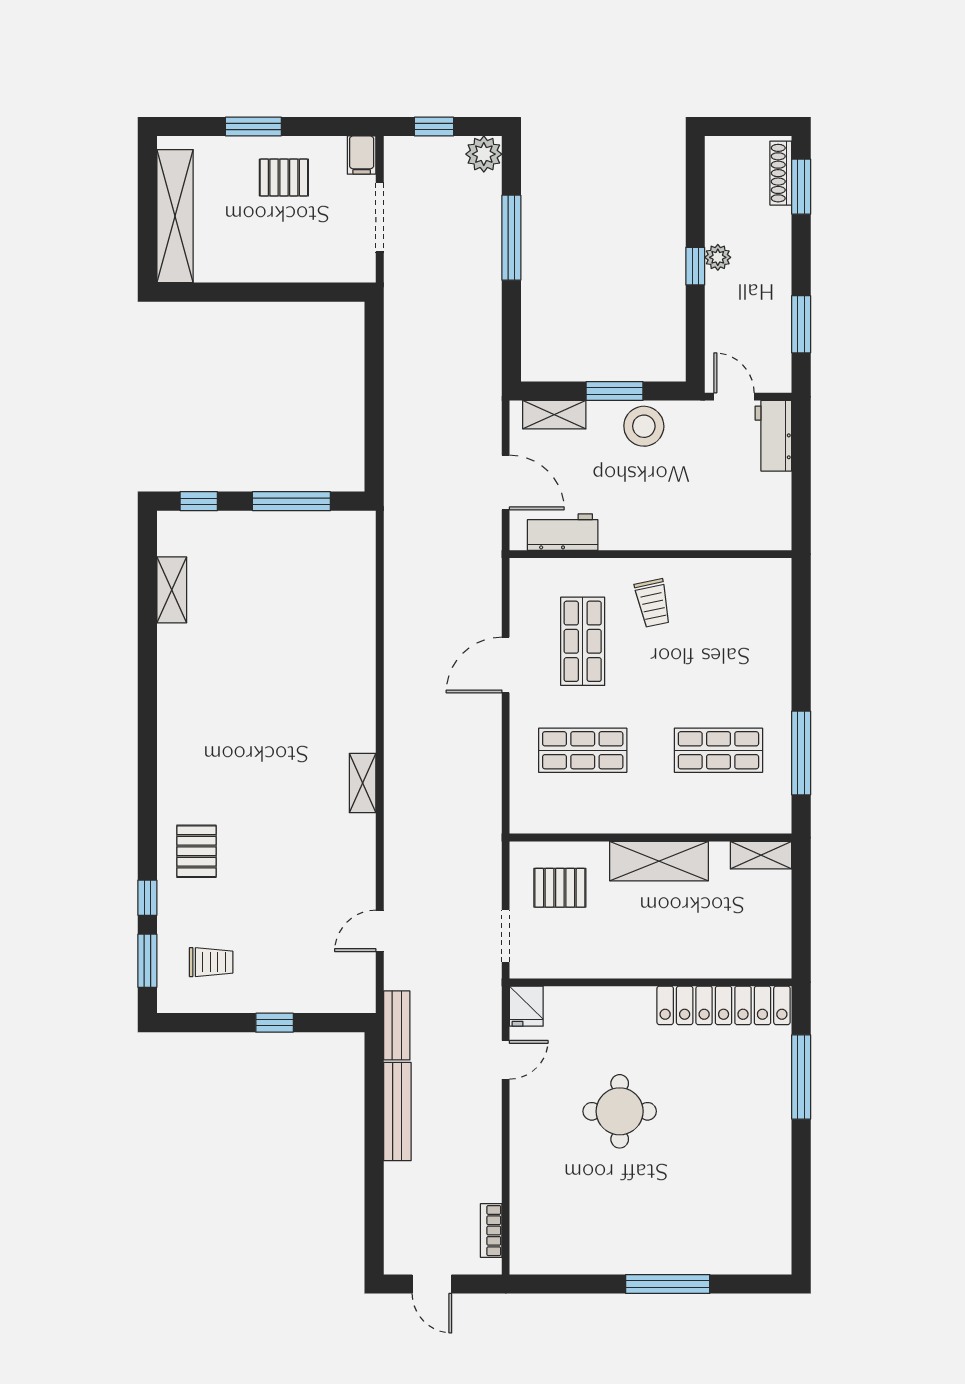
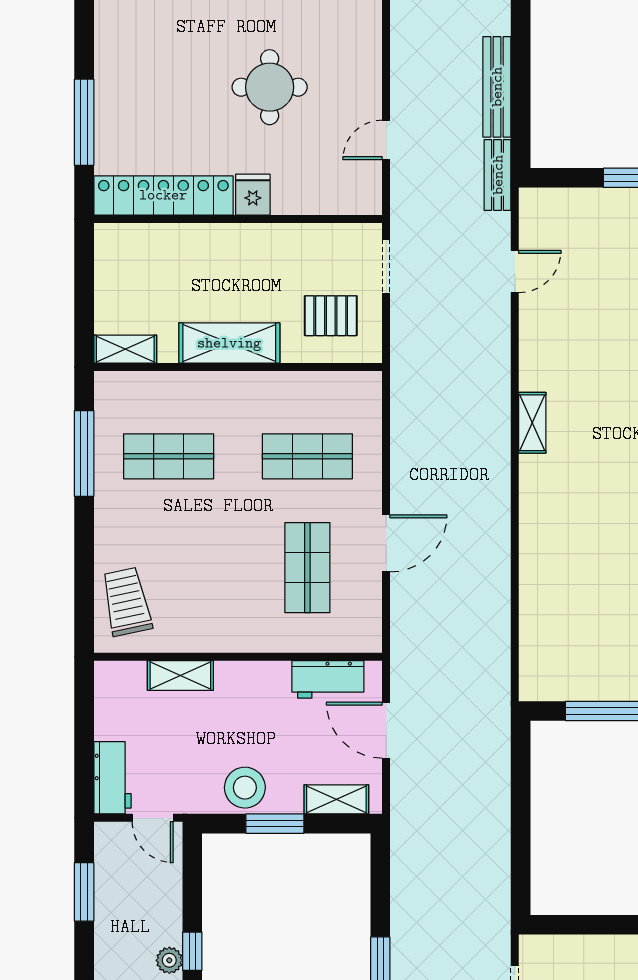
shelving: (707, 536) -> (180, 676), added
trolley: (653, 603) -> (127, 602), moved, width x1.36, depth x1.39
fridge: (526, 1006) -> (253, 195), moved

